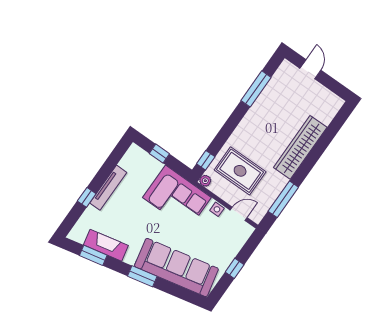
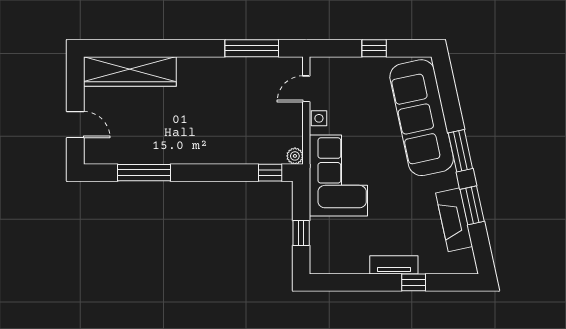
door: (310, 69) -> (75, 125), swing flipped
wardrobe: (300, 147) -> (130, 71), moved
rug: (240, 171) -> (254, 123), removed
tv unit: (108, 188) -> (394, 265), width x0.71
door: (239, 214) -> (306, 89), hinge flipped
window: (93, 255) -> (472, 205), moved

